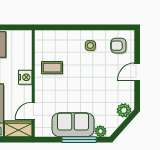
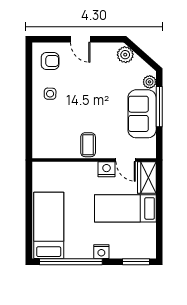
armchair: (118, 46) -> (50, 61), turned -90
coffee table: (52, 68) -> (88, 145), moved
nightstand: (25, 77) -> (107, 169), moved

